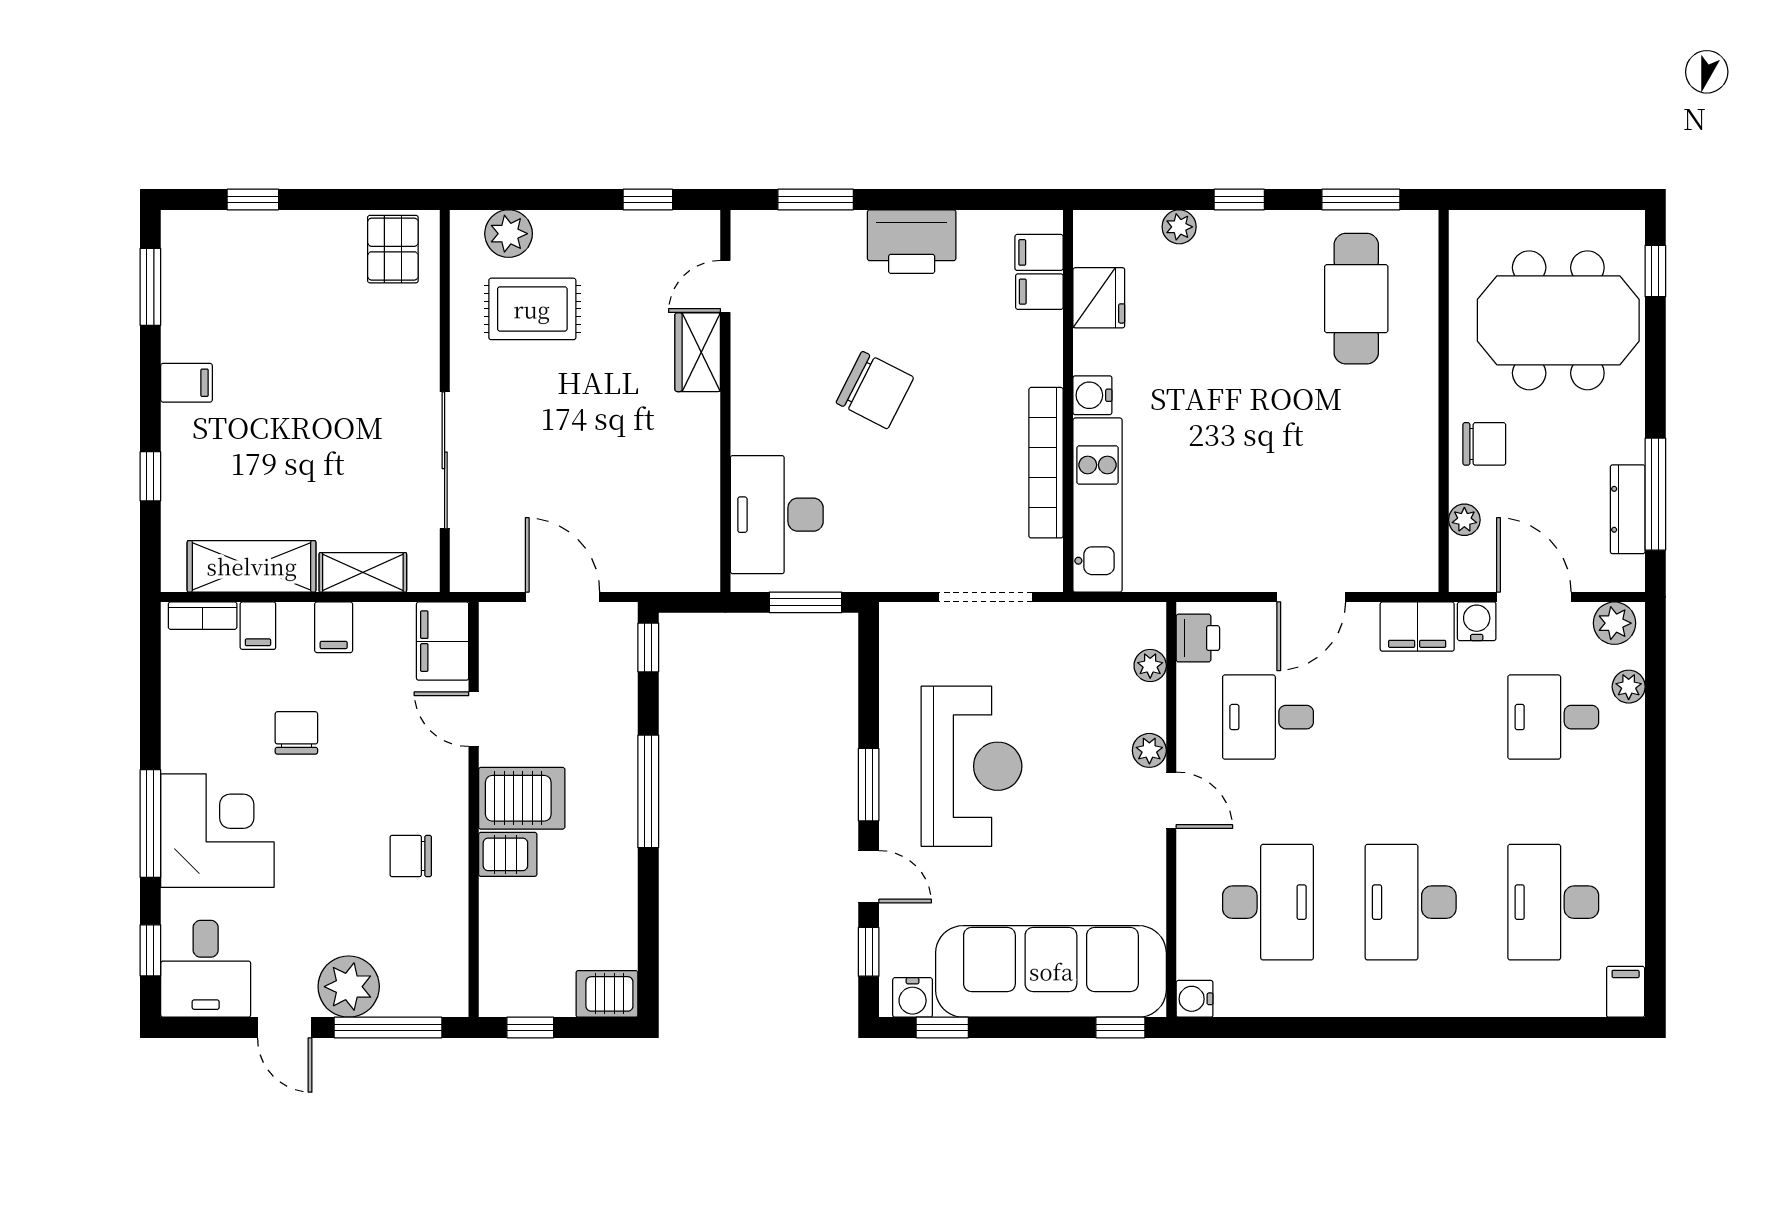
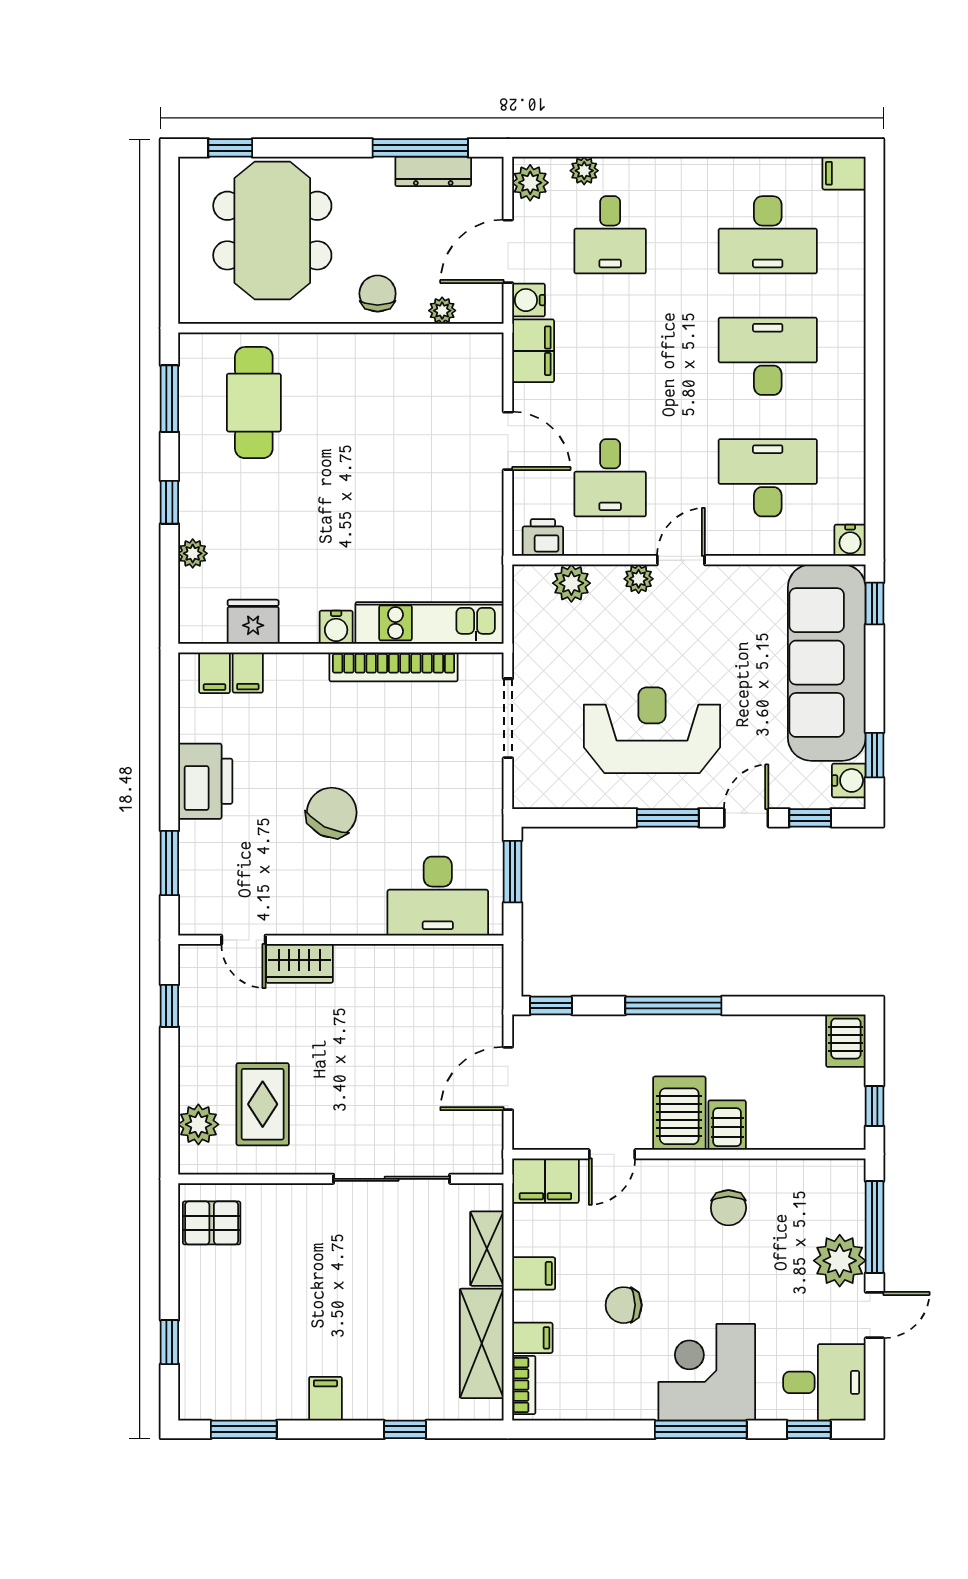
cafe table: (1356, 299) -> (254, 403), turned 90
plant: (1150, 666) -> (571, 583), width x1.38, depth x1.38
desk: (1411, 902) -> (768, 356), turned 180

